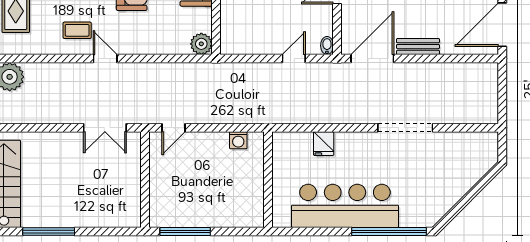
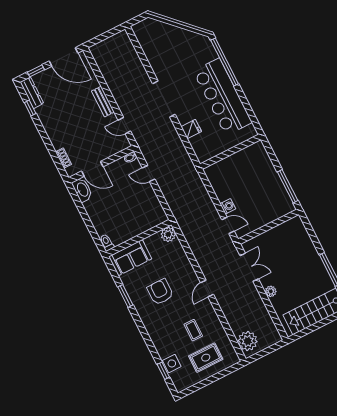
coffee table: (77, 30) -> (193, 330), moved
door: (372, 59) -> (124, 126), width x0.53
doorway: (405, 128) -> (164, 99), moved
plant: (59, 140) -> (271, 291), added
washing machine: (238, 140) -> (228, 206), moved

